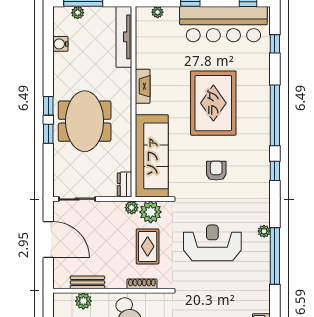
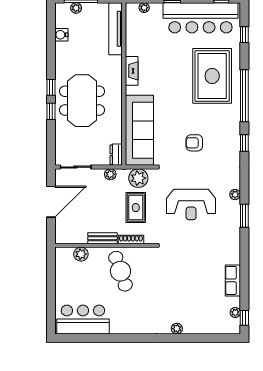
rug: (213, 103) -> (212, 76), moved
armchair: (216, 171) -> (194, 143), turned -90
plant: (132, 208) -> (110, 174), moved
door: (48, 240) -> (51, 202), hinge flipped
reception desk: (212, 243) -> (191, 204), turned 180
window: (275, 256) -> (244, 216), width x0.47
bench: (87, 282) -> (103, 238), moved

